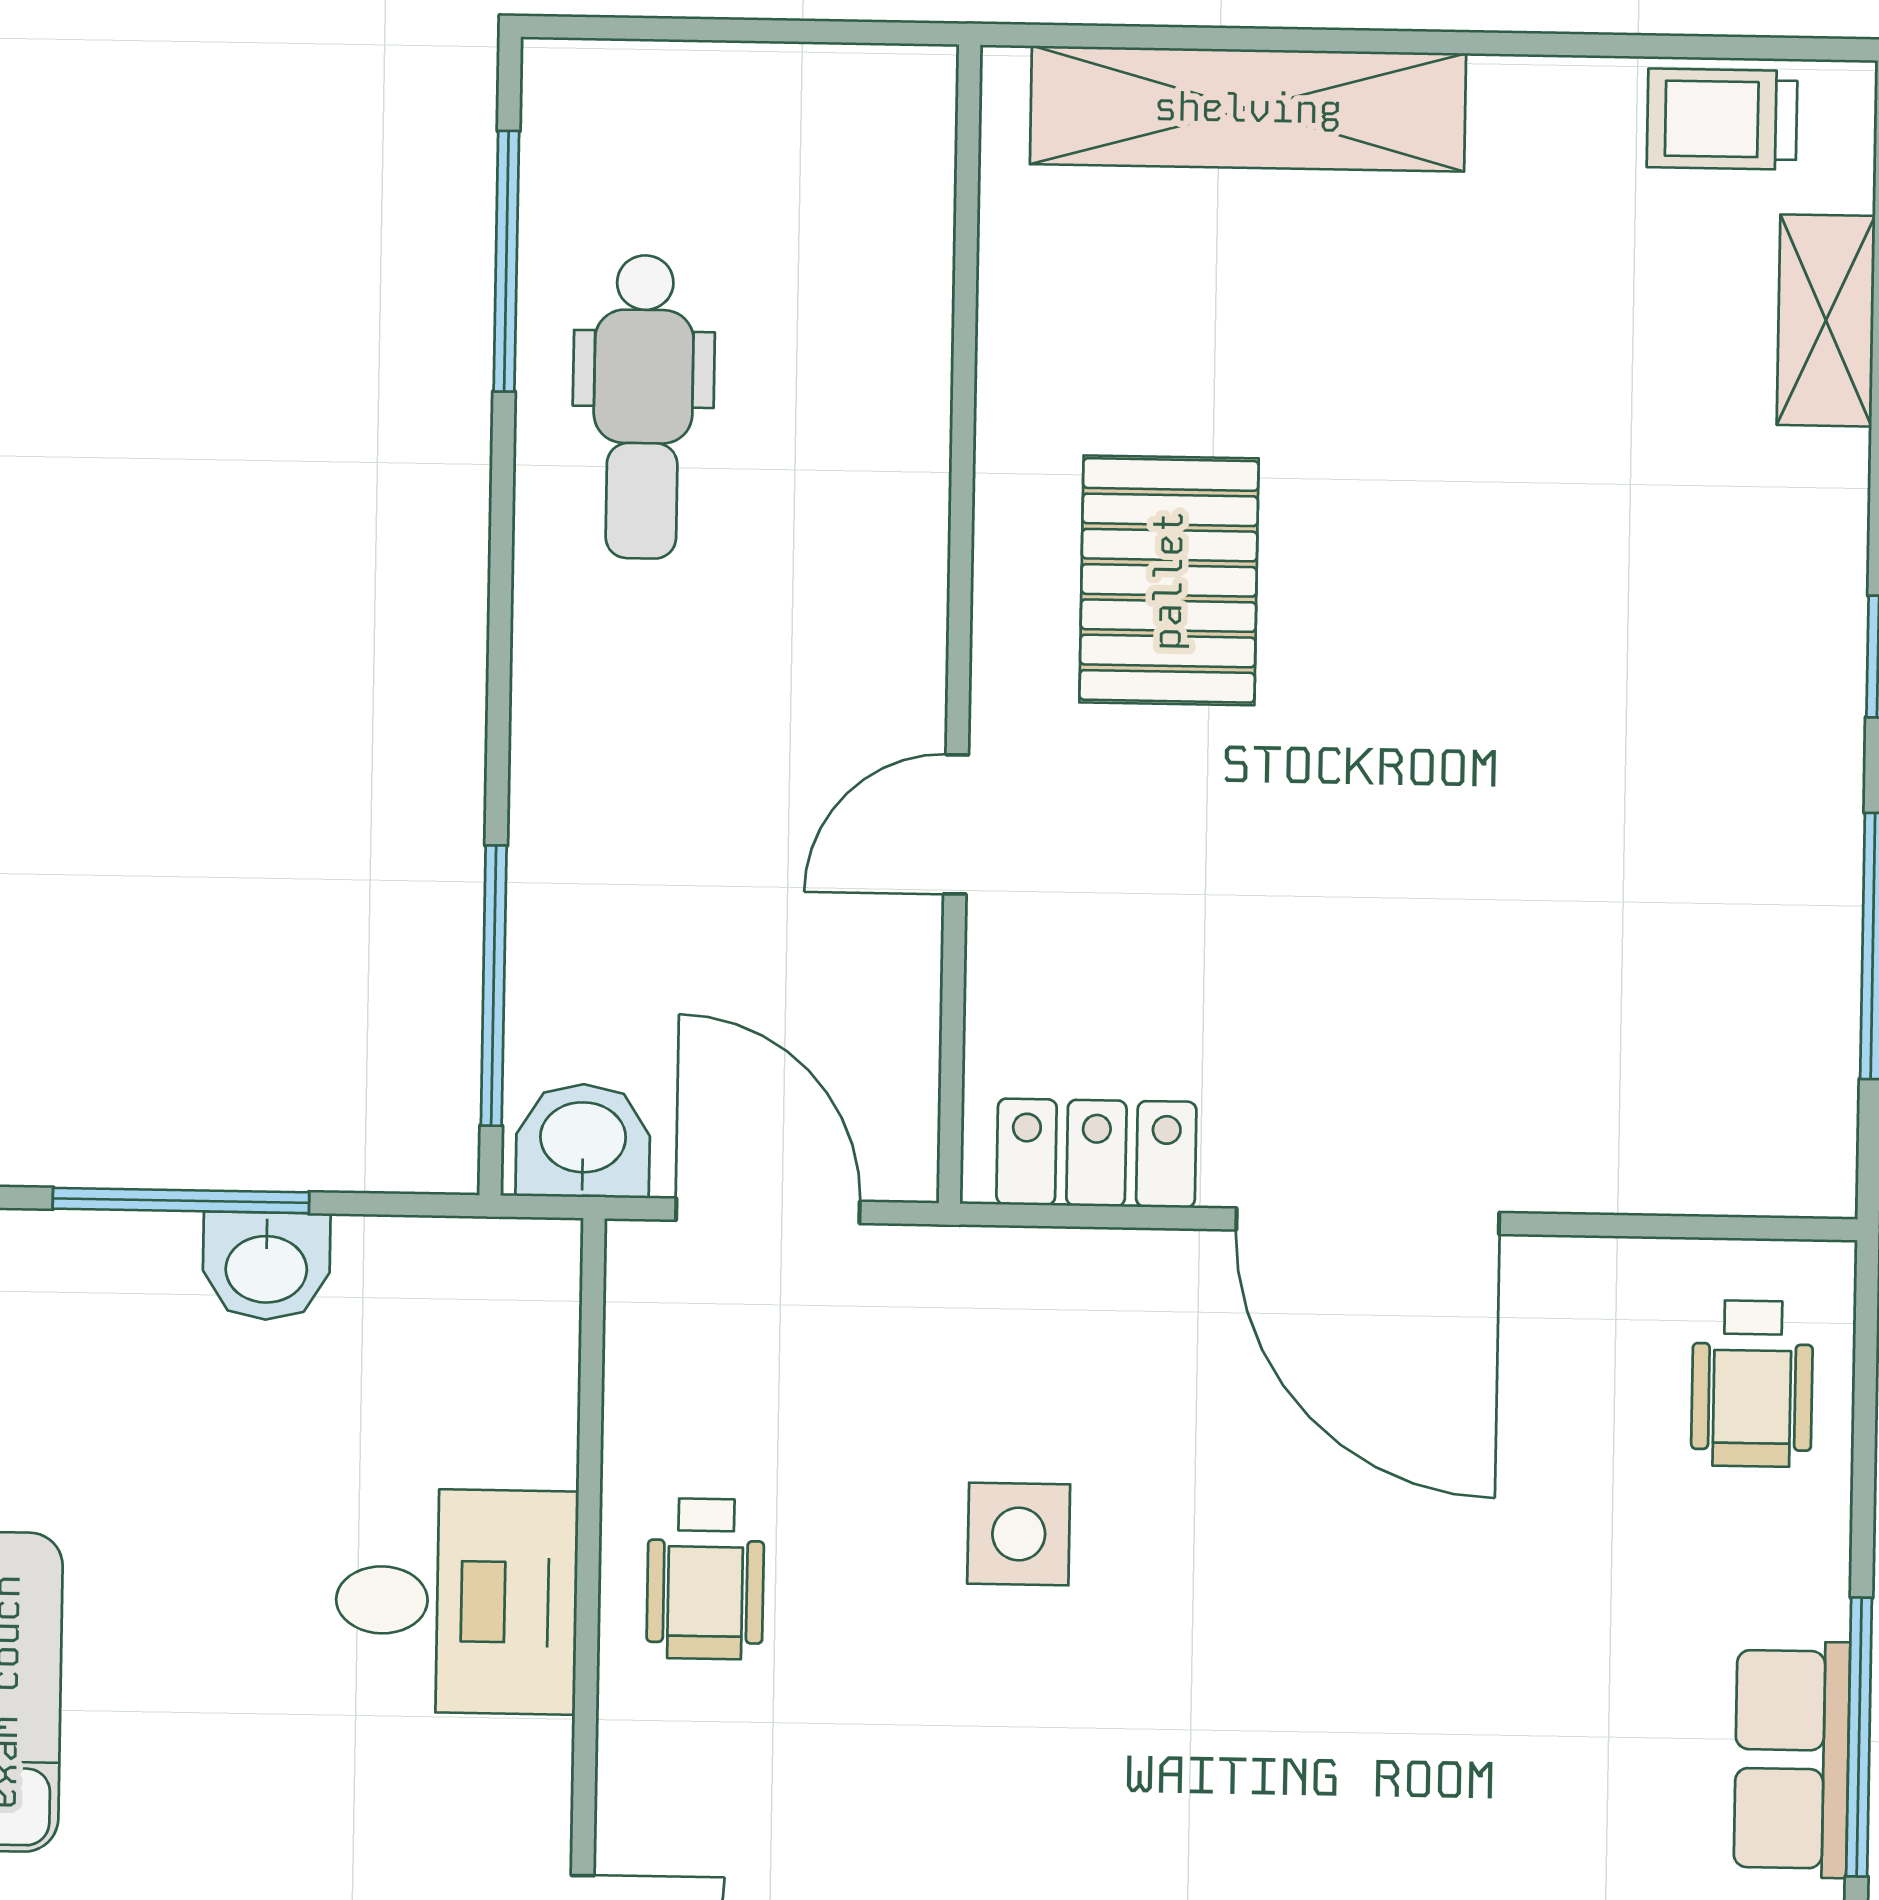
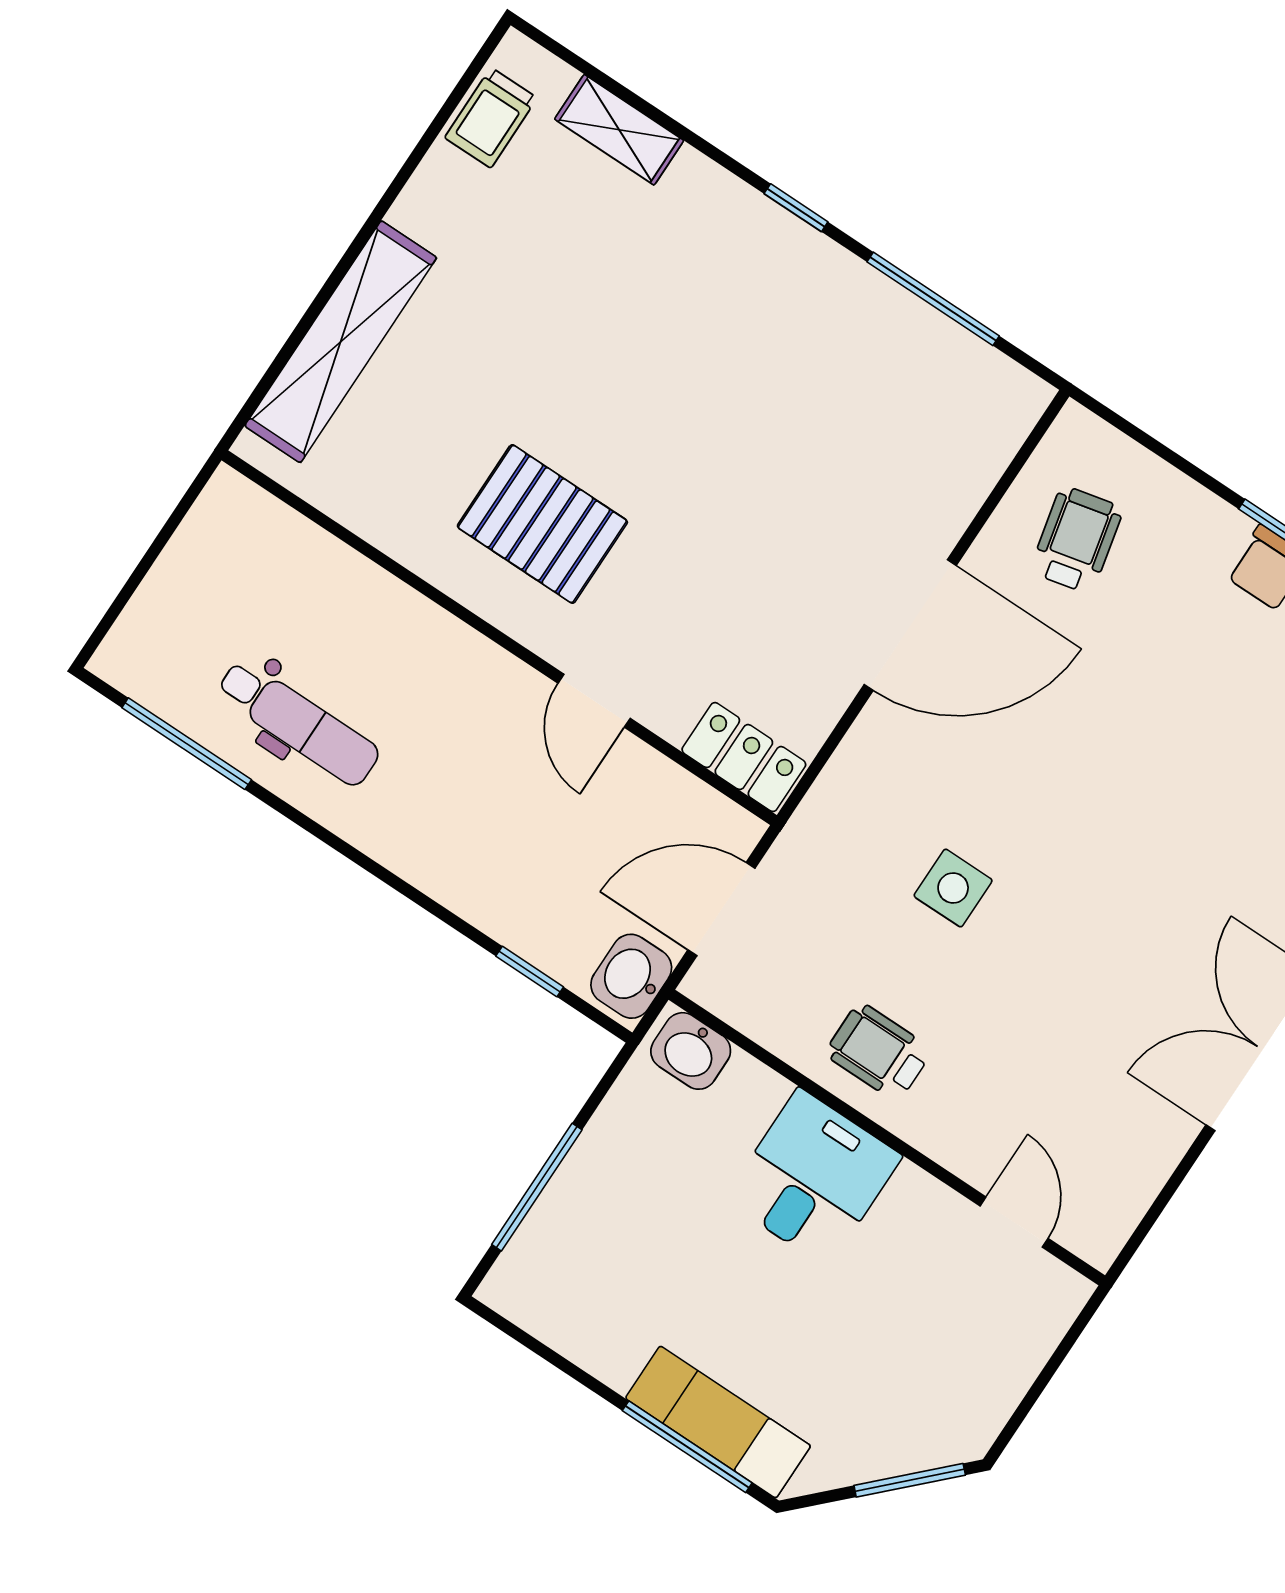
window: (494, 986) -> (530, 972), width x0.46
locker: (1096, 1153) -> (744, 757), moved, turned 90
washbasin: (266, 1266) -> (691, 1051), moved, turned 90
wheelchair: (1752, 1384) -> (1077, 540), moved, turned -103
wheelchair: (705, 1579) -> (879, 1052), turned 180

